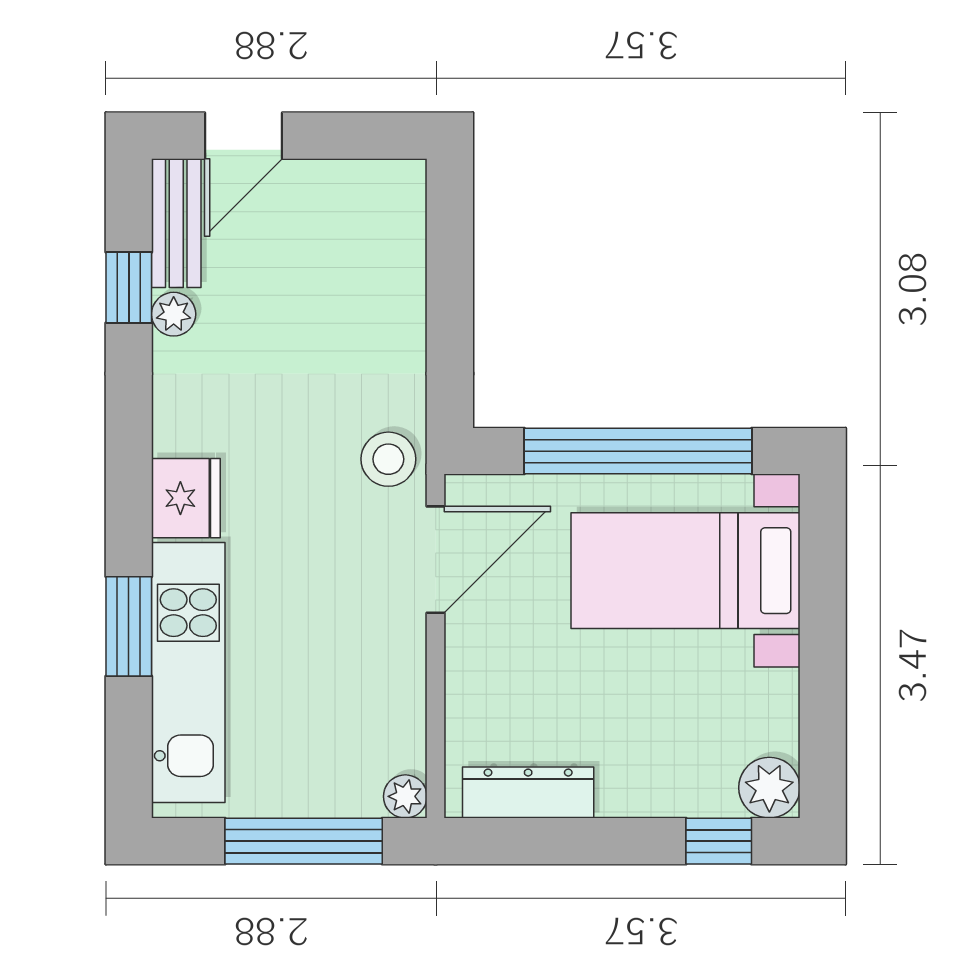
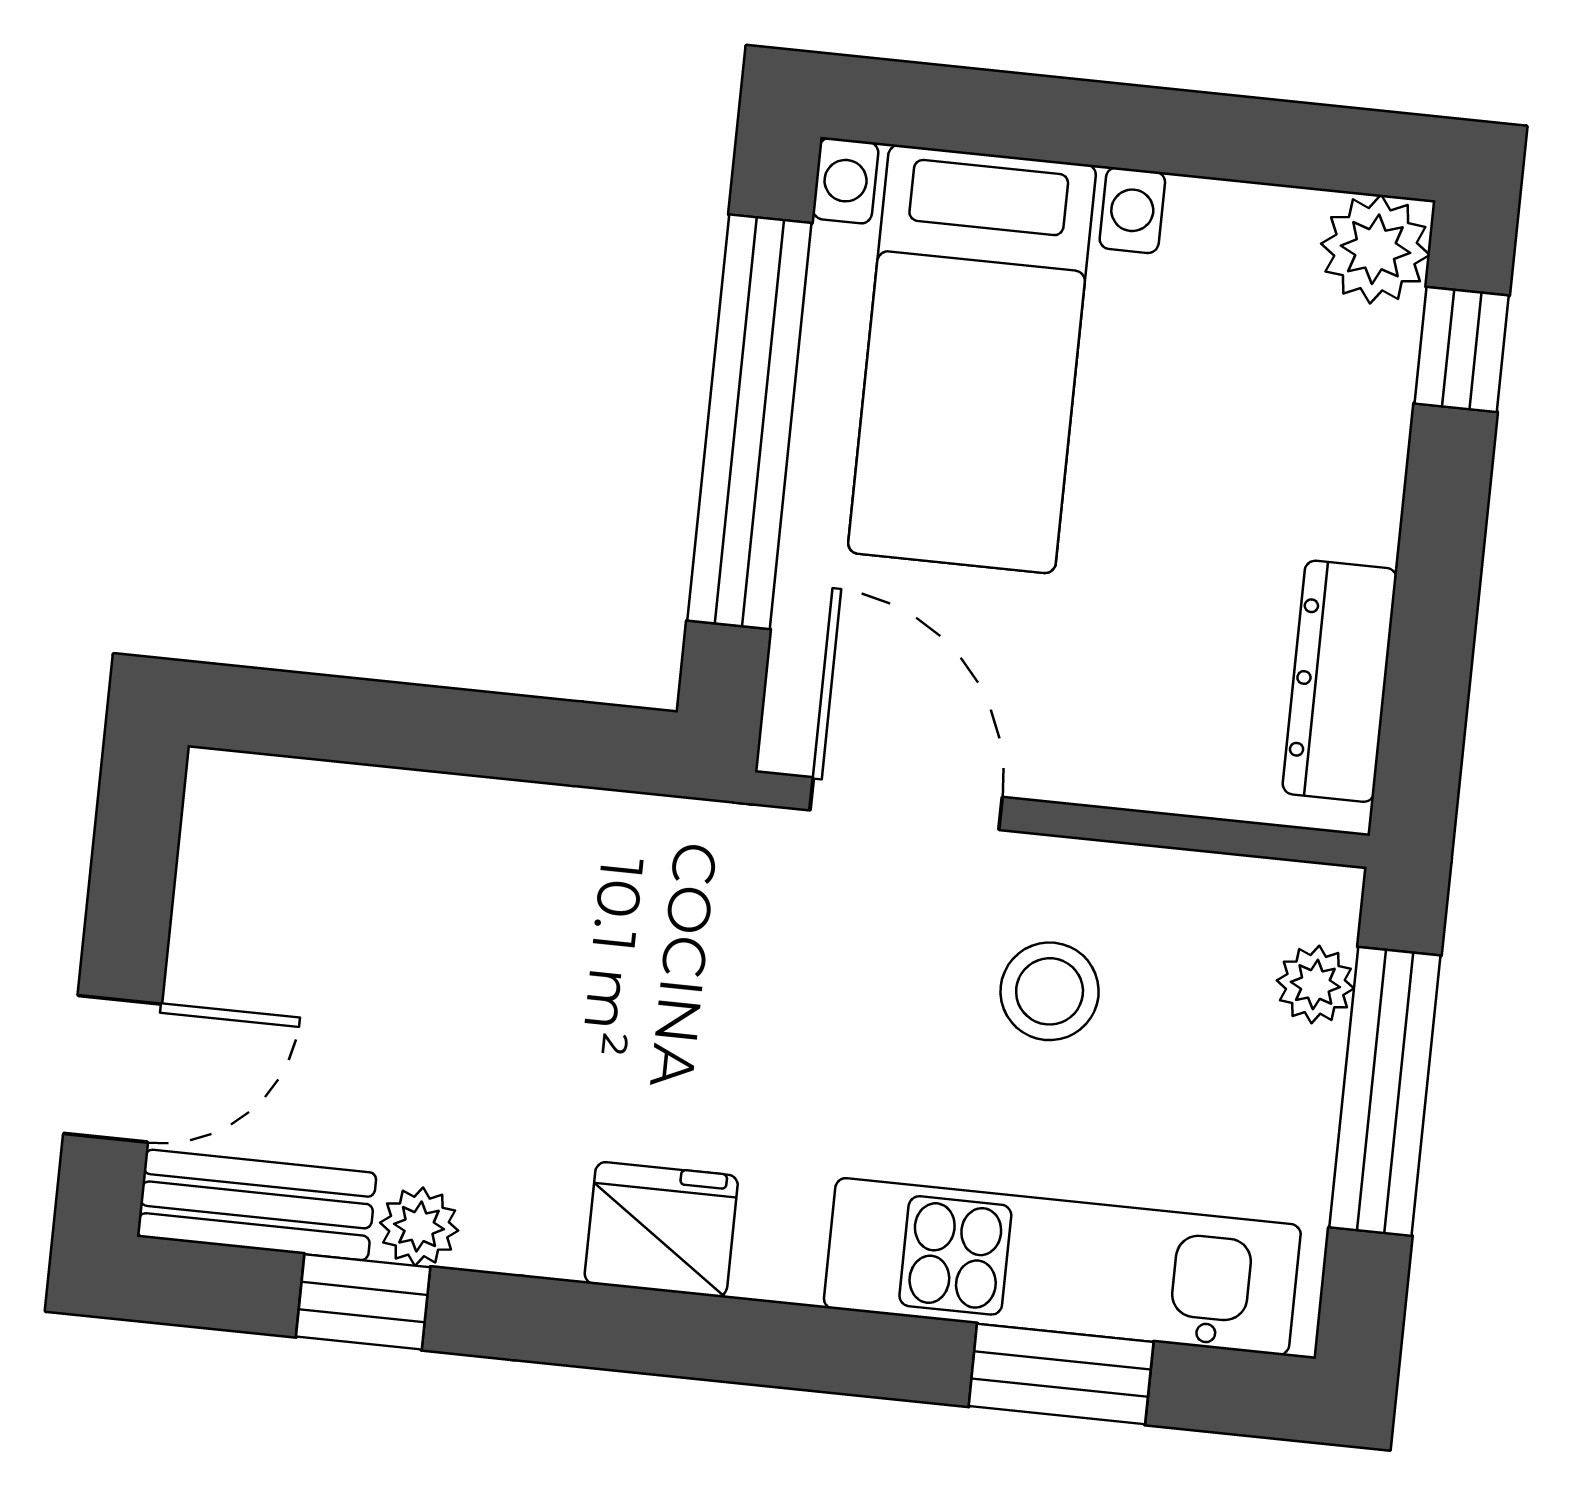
door: (243, 136) -> (113, 1069), hinge flipped
stool: (388, 459) -> (1050, 991), moved
fridge: (186, 498) -> (661, 1229), moved
window: (129, 626) -> (1061, 1374), moved
plant: (405, 796) -> (1315, 984), moved

